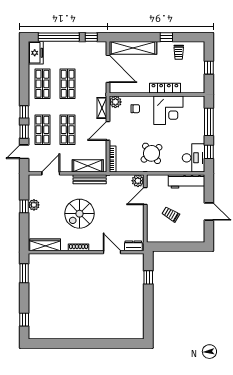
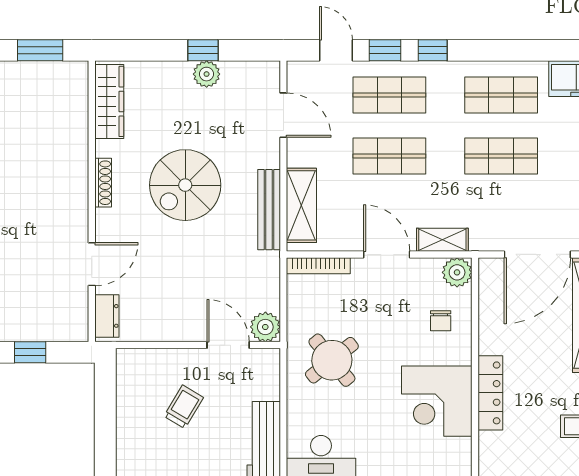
spiral stairs: (79, 214) -> (185, 185), turned -90

